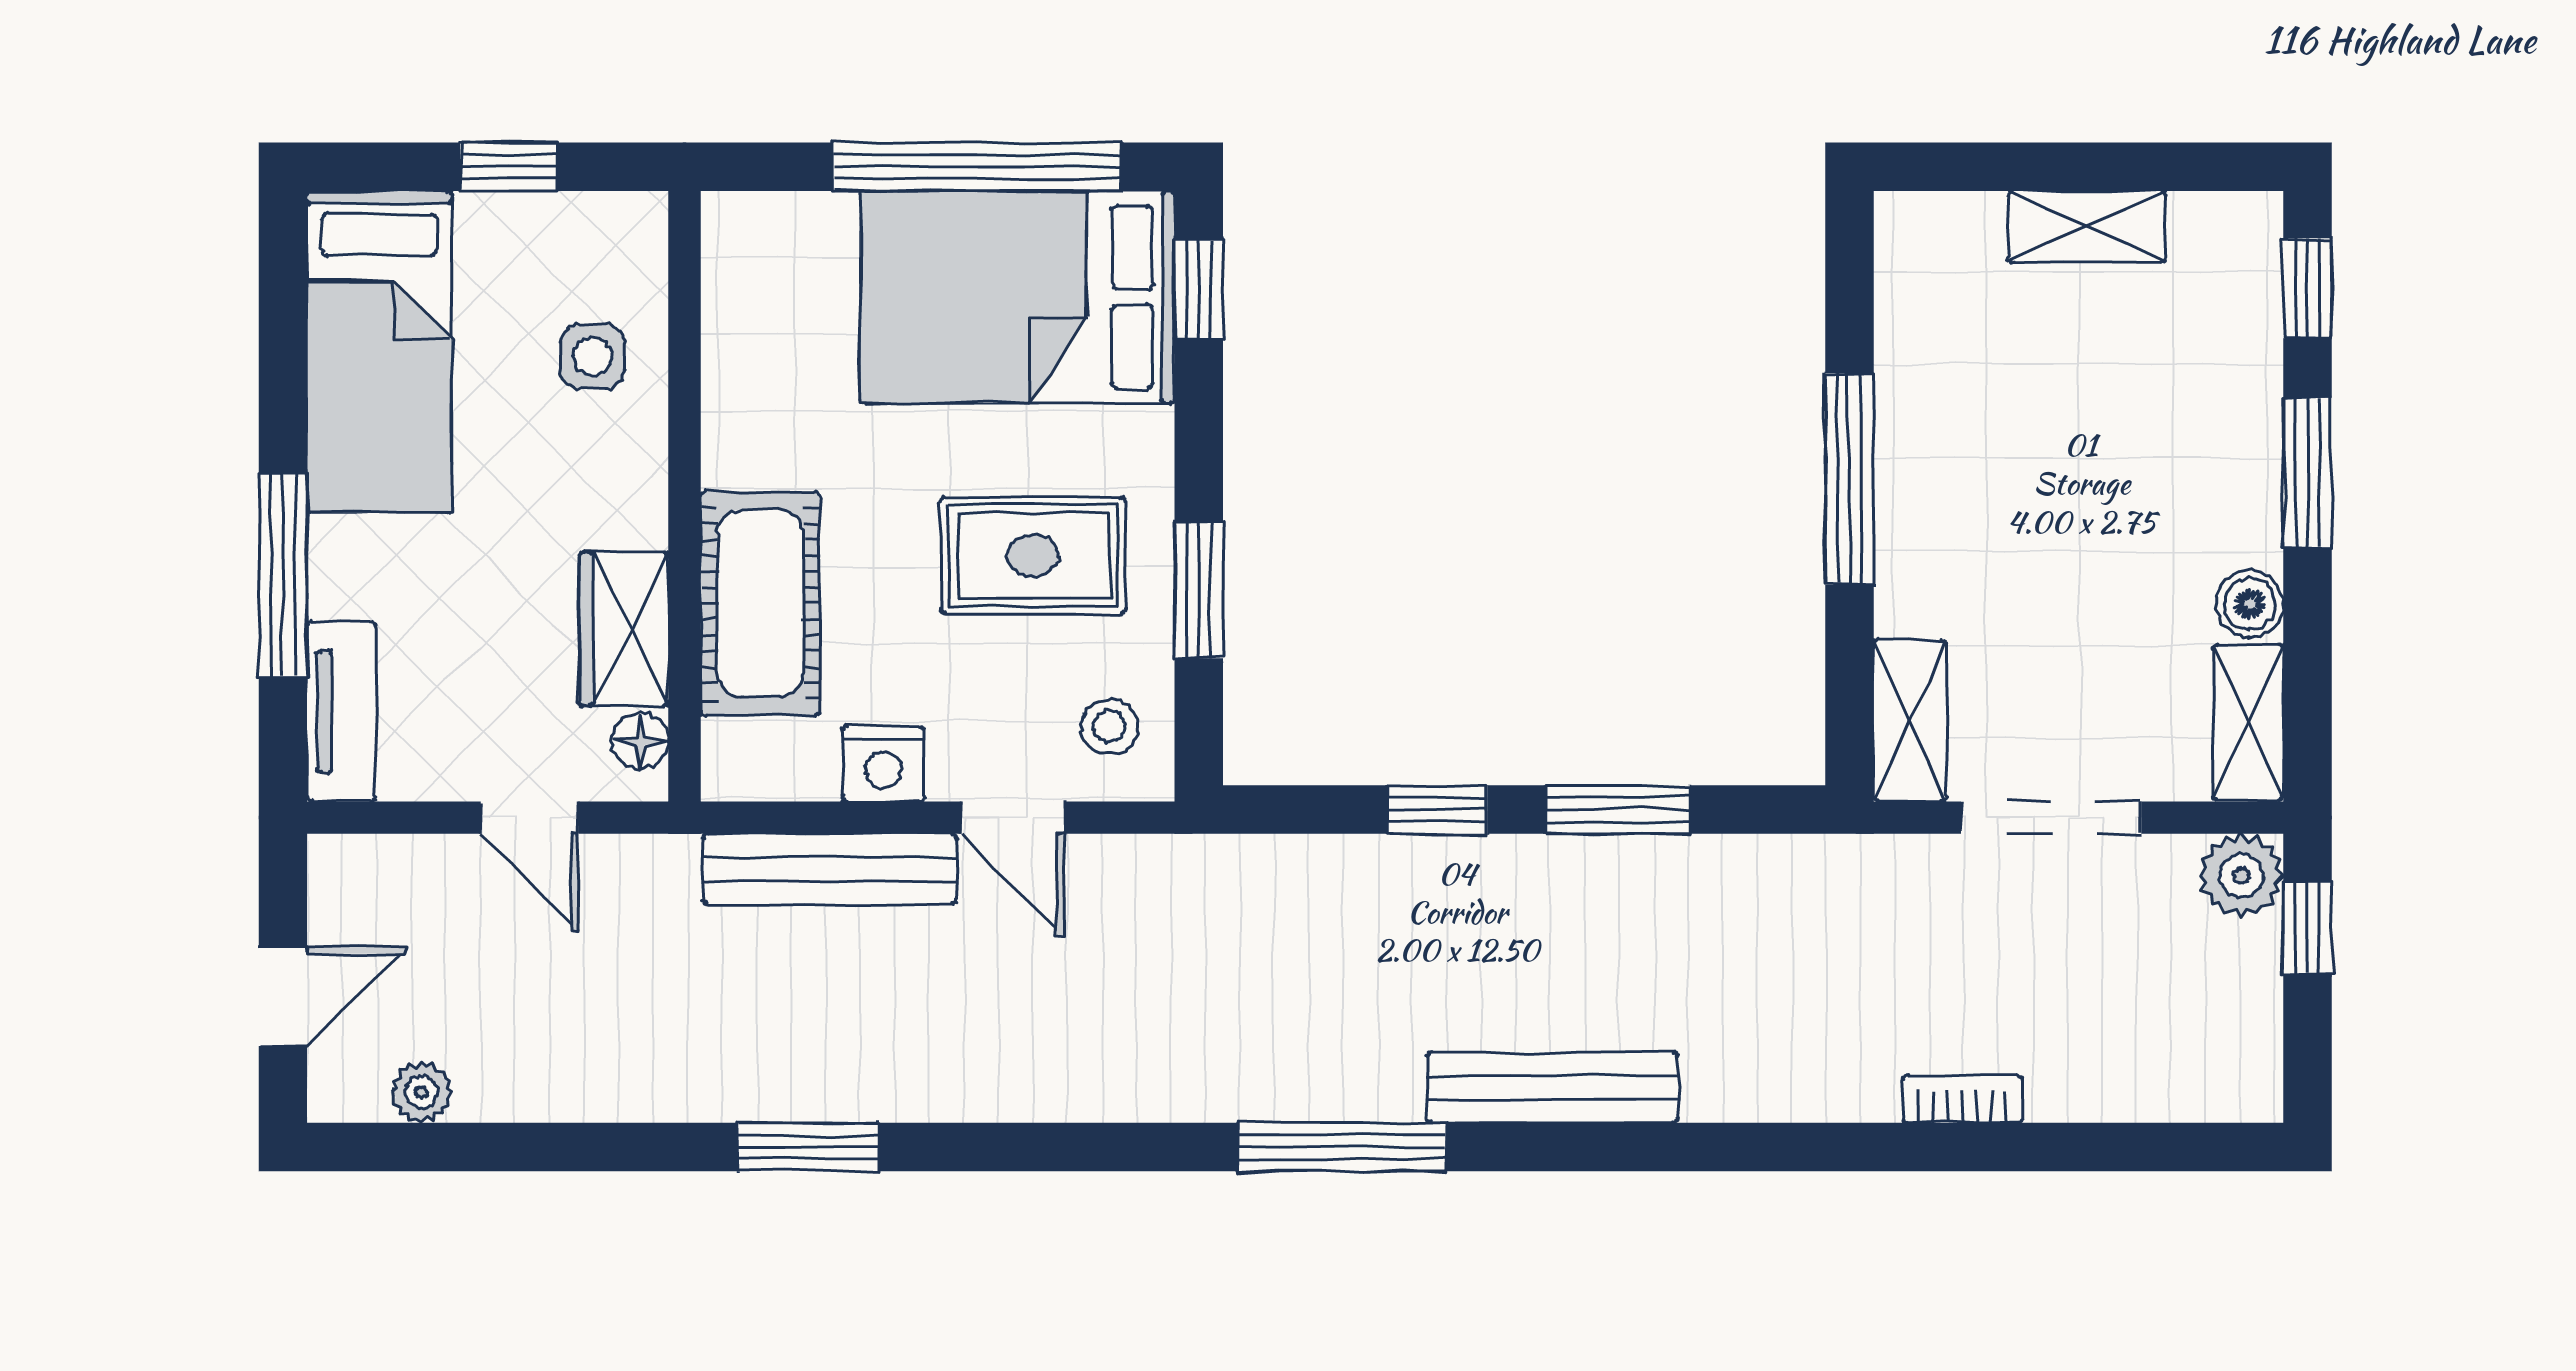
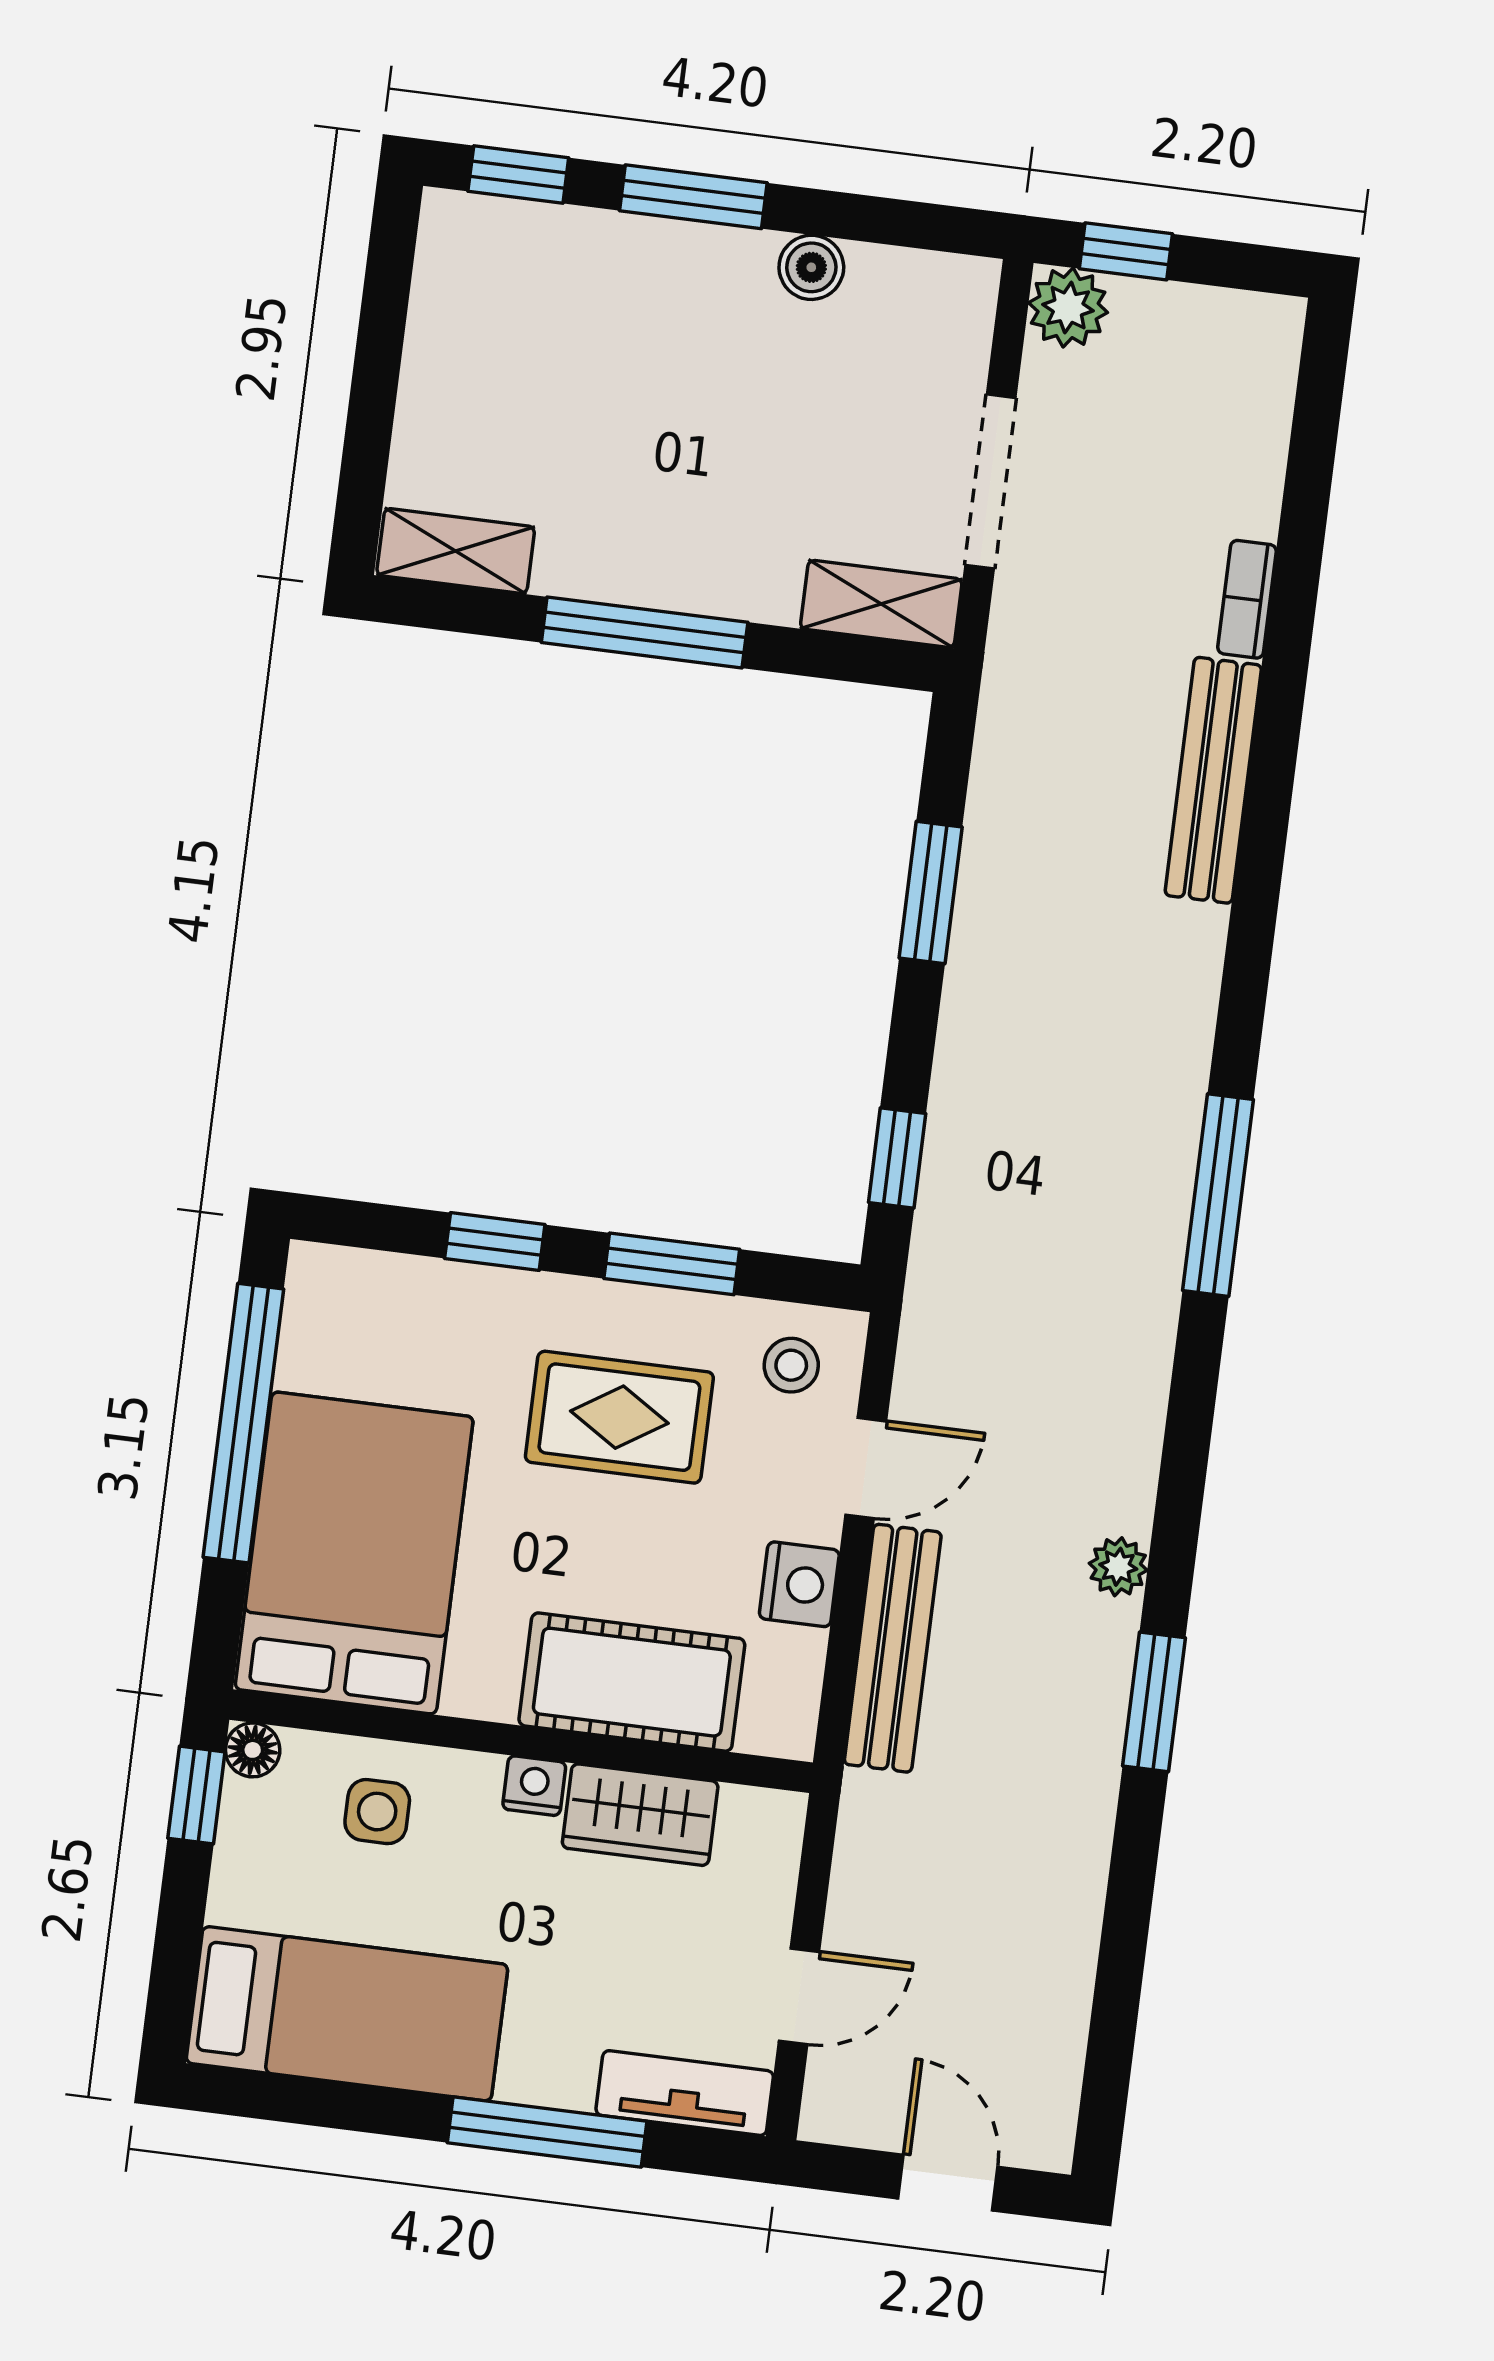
window: (509, 167) -> (196, 1795), moved
shelving: (2087, 226) -> (456, 551), moved, turned 90
window: (1199, 289) -> (495, 1242), moved
bed: (1018, 297) -> (354, 1553), moved, turned 180
nightstand: (640, 516) -> (534, 1786), added
rug: (1033, 556) -> (619, 1417), turned 90
shelving: (2248, 722) -> (923, 283), removed
floor lamp: (640, 741) -> (253, 1750), moved
window: (1437, 810) -> (897, 1158), moved
door: (529, 818) -> (799, 1996), moved
bench: (1552, 1088) -> (1213, 780), moved
plant: (421, 1092) -> (1118, 1567), moved

